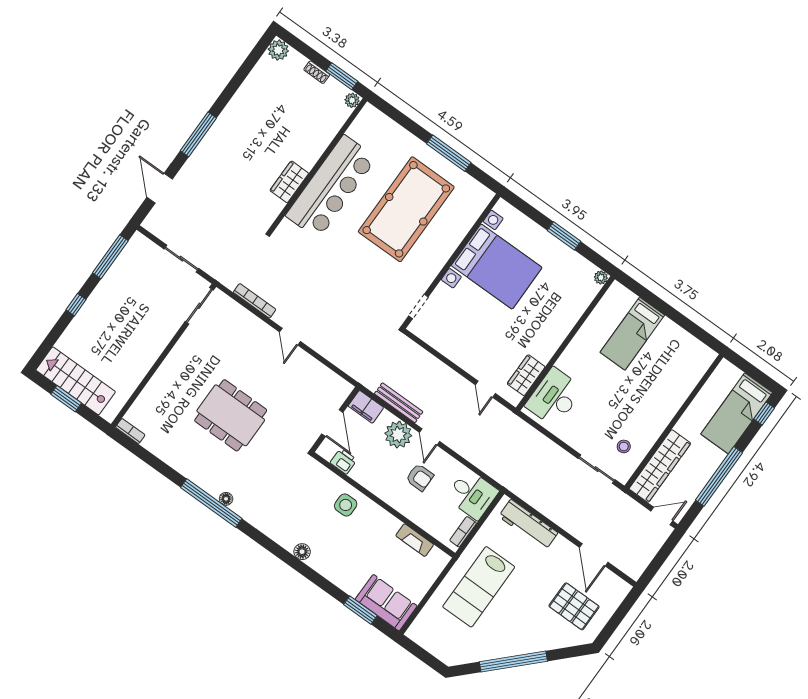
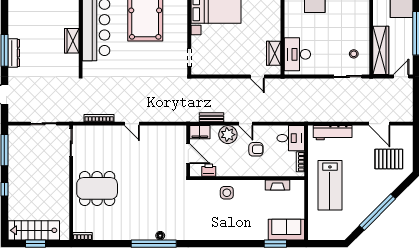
dresser: (207, 146) -> (14, 53), added
bench: (399, 403) -> (211, 117), width x0.73
dining table: (231, 415) -> (97, 188), moved
floor lamp: (302, 552) -> (221, 235), removed

